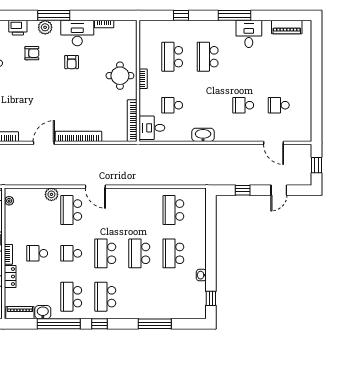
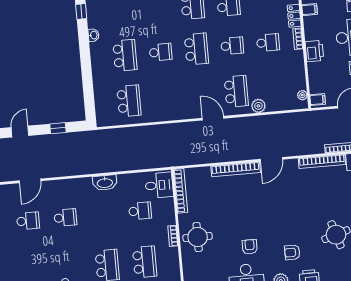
door: (273, 143) -> (30, 181), swing flipped
school desk: (139, 253) -> (161, 52), width x0.54

